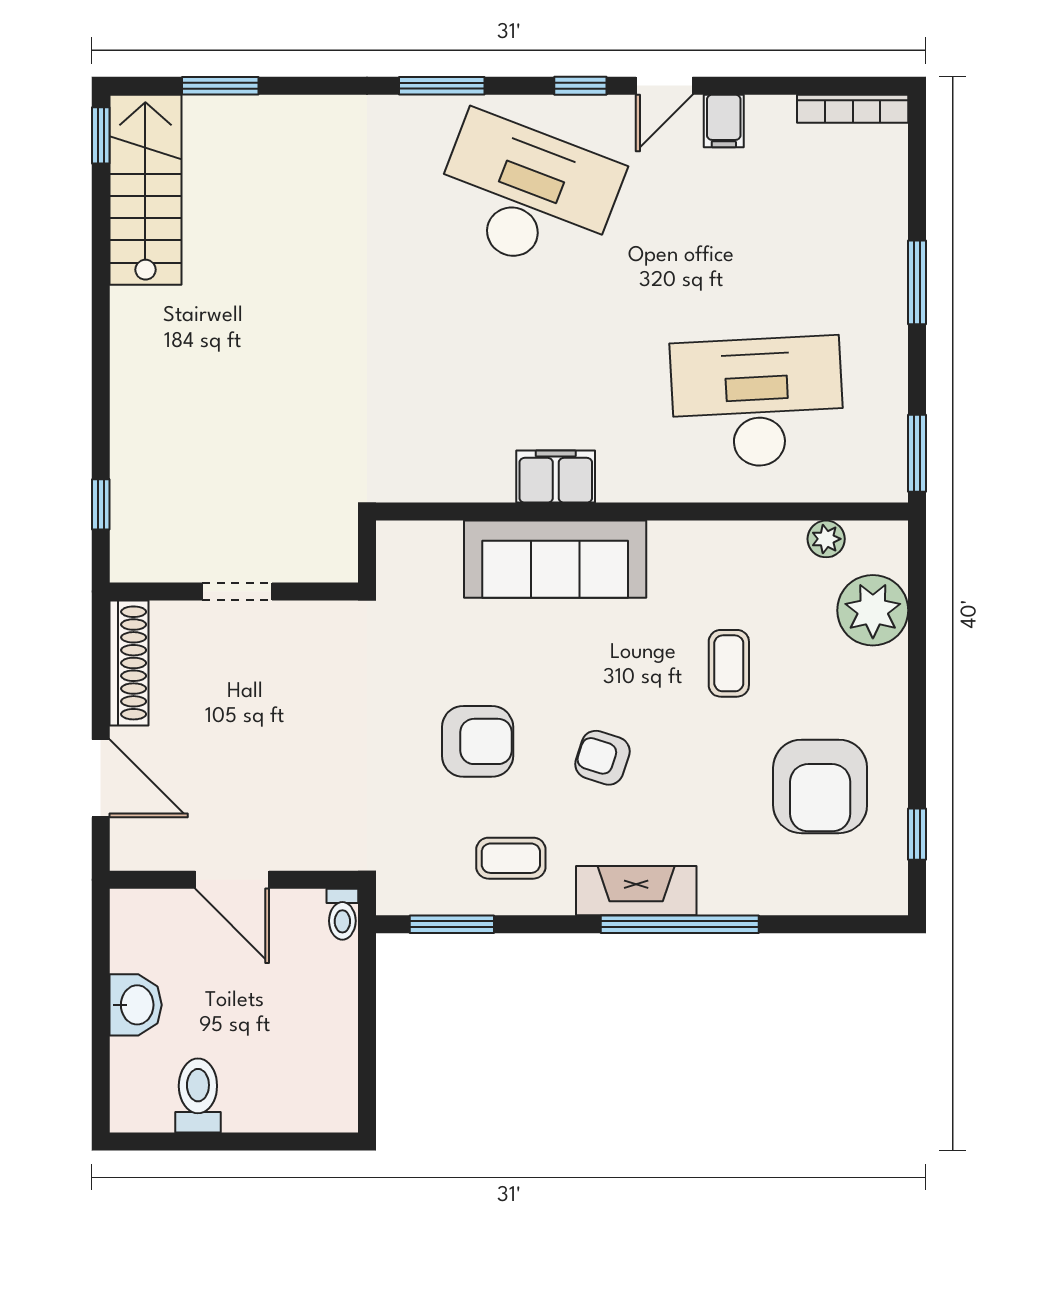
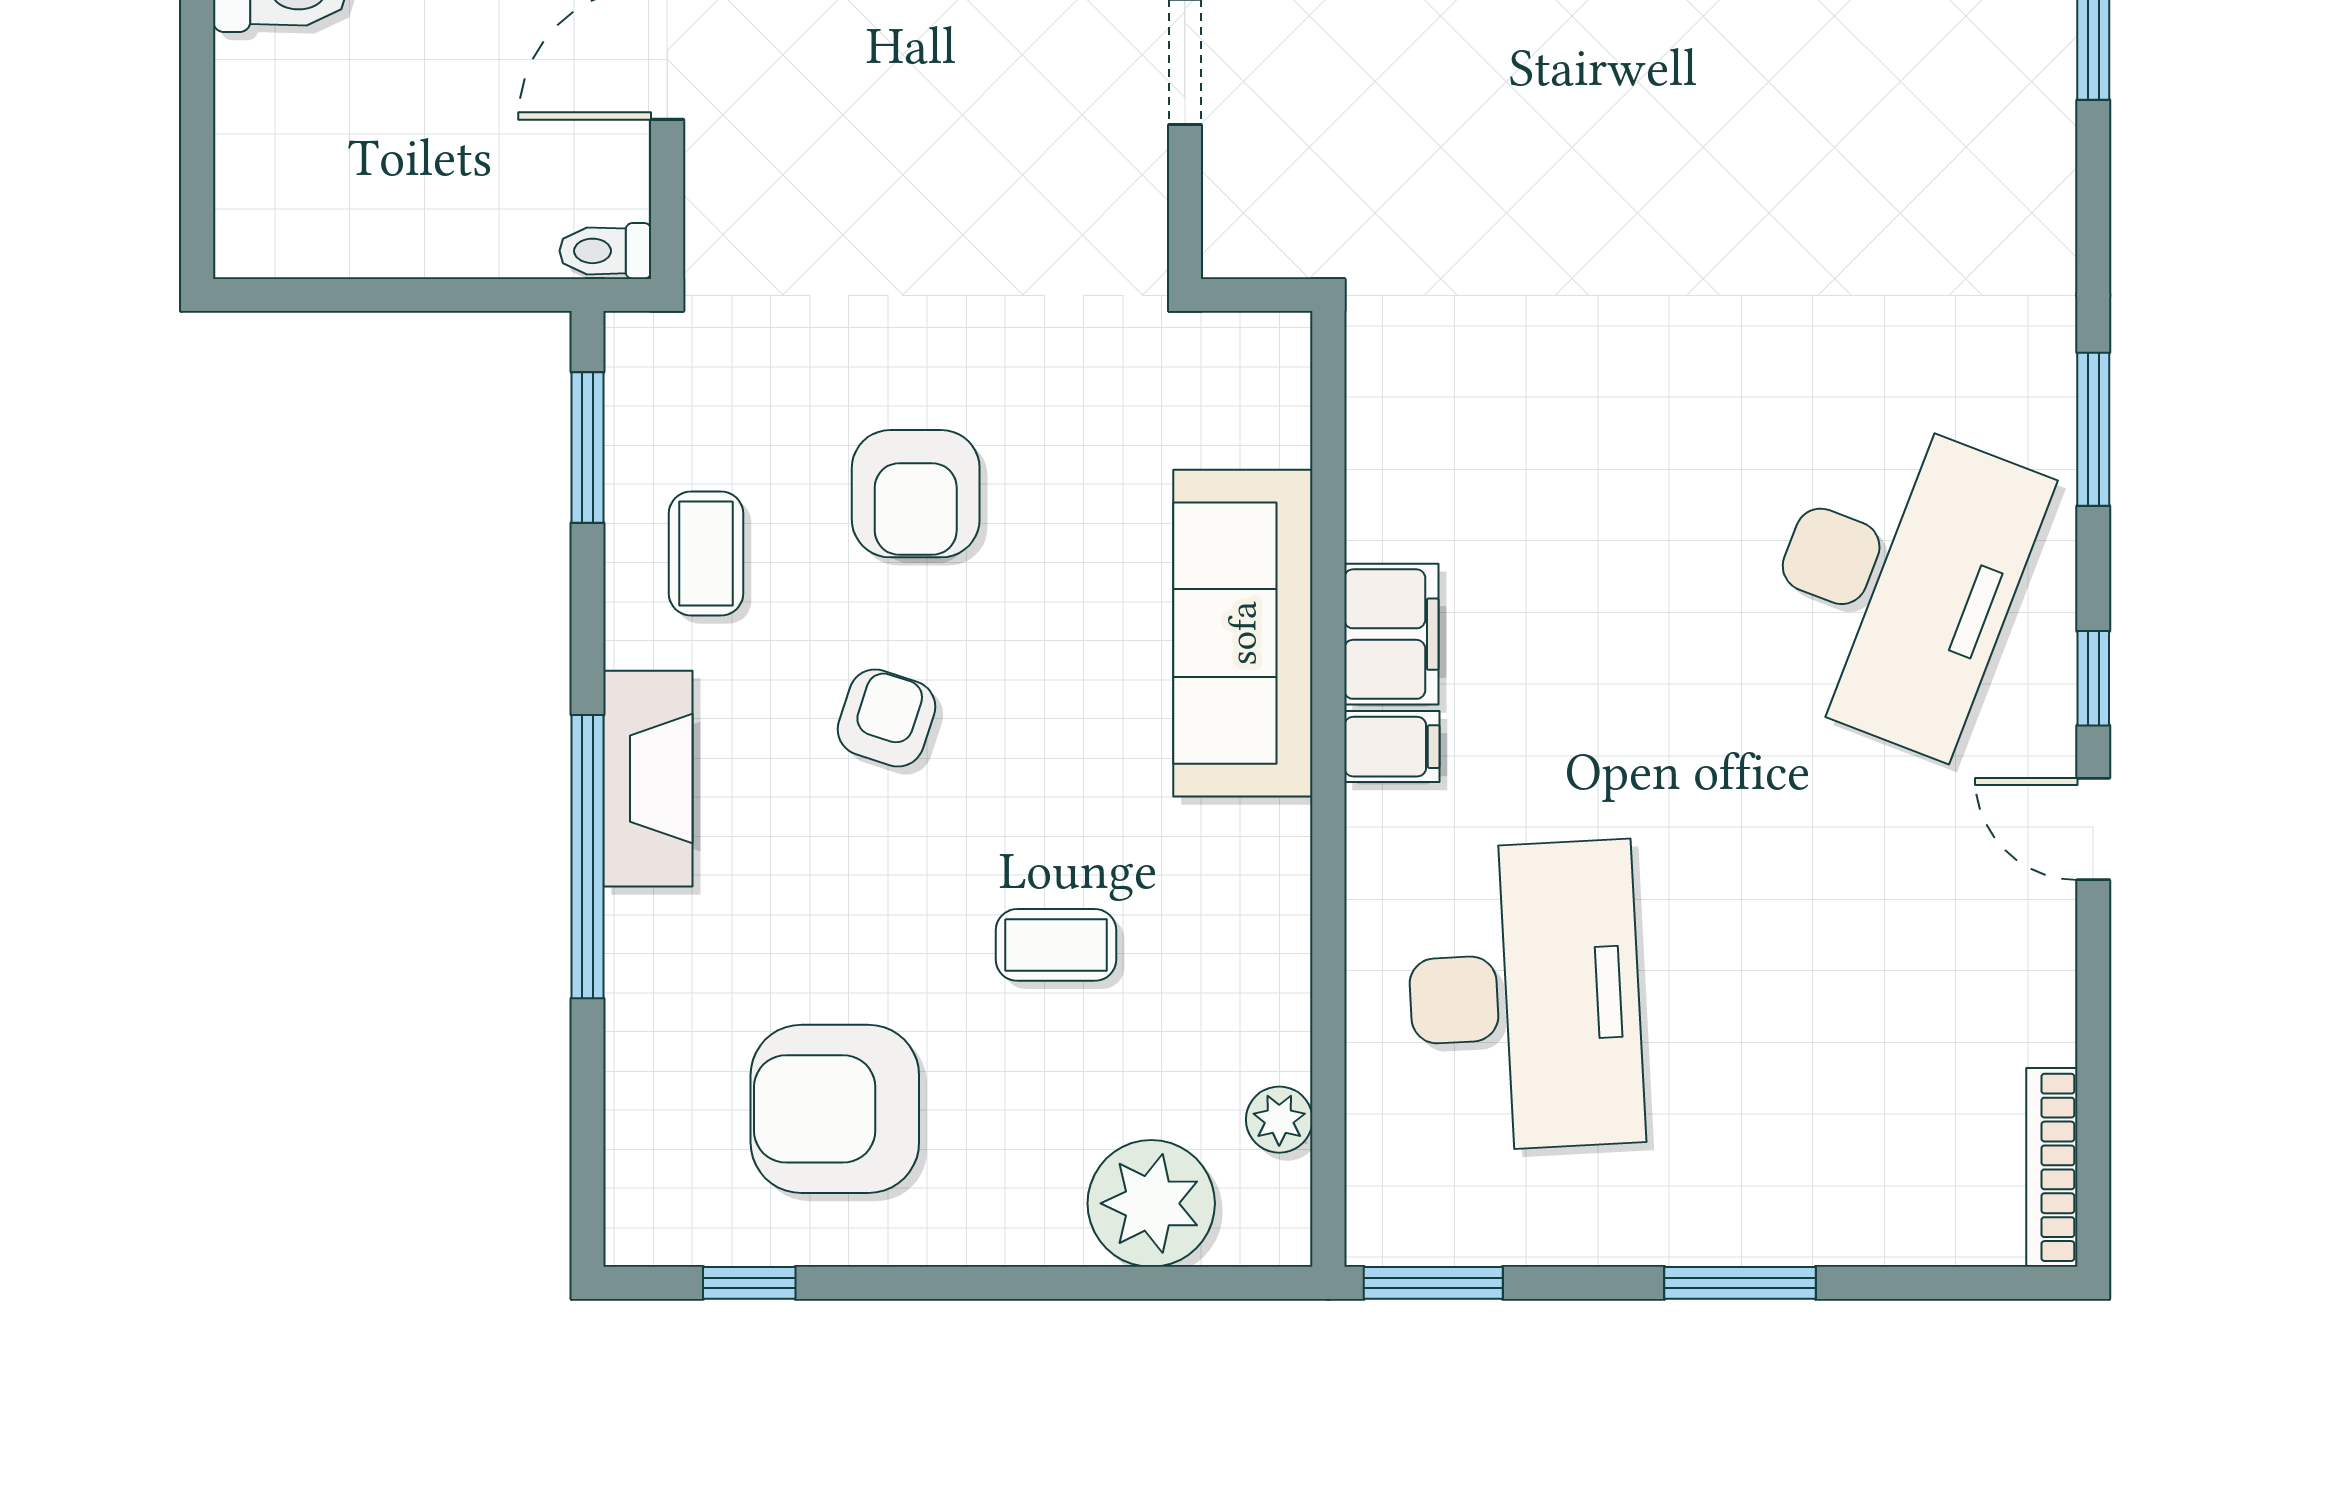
filing cabinet: (724, 121) -> (1392, 747), moved, turned 180

